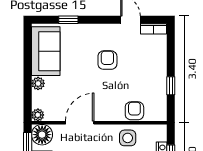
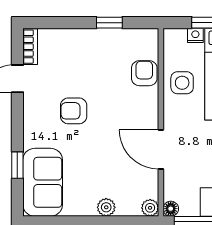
sofa: (46, 51) -> (43, 182), moved, turned 90
armchair: (134, 111) -> (144, 73), turned 90
floor lamp: (42, 135) -> (171, 209), width x0.53, depth x0.53

